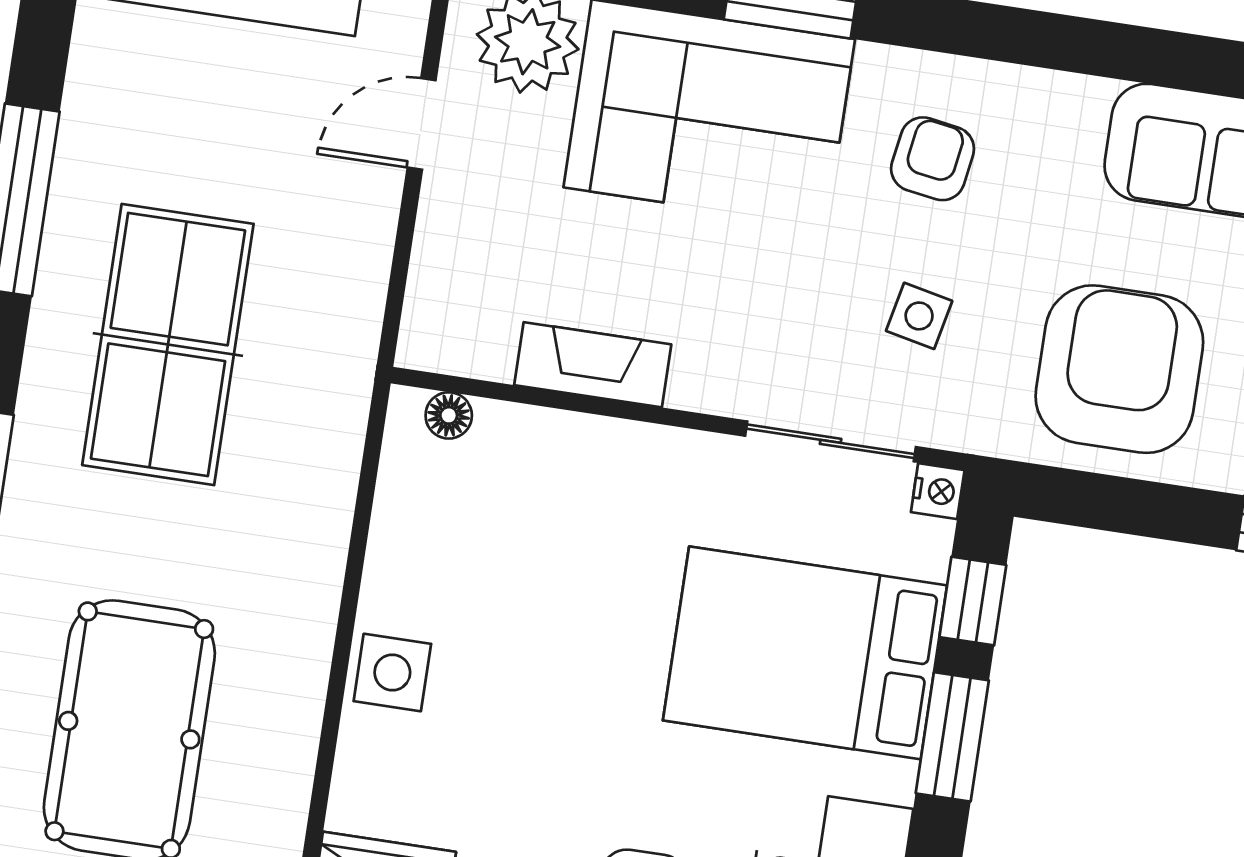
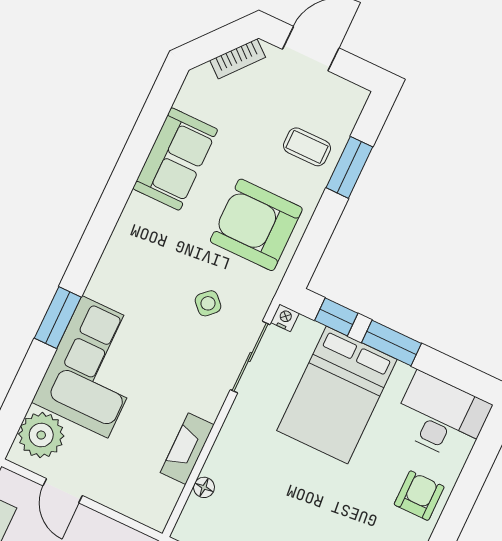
armchair: (933, 159) -> (143, 278), removed
side table: (919, 316) -> (208, 303), turned 34
floor lamp: (449, 415) -> (204, 487), moved

